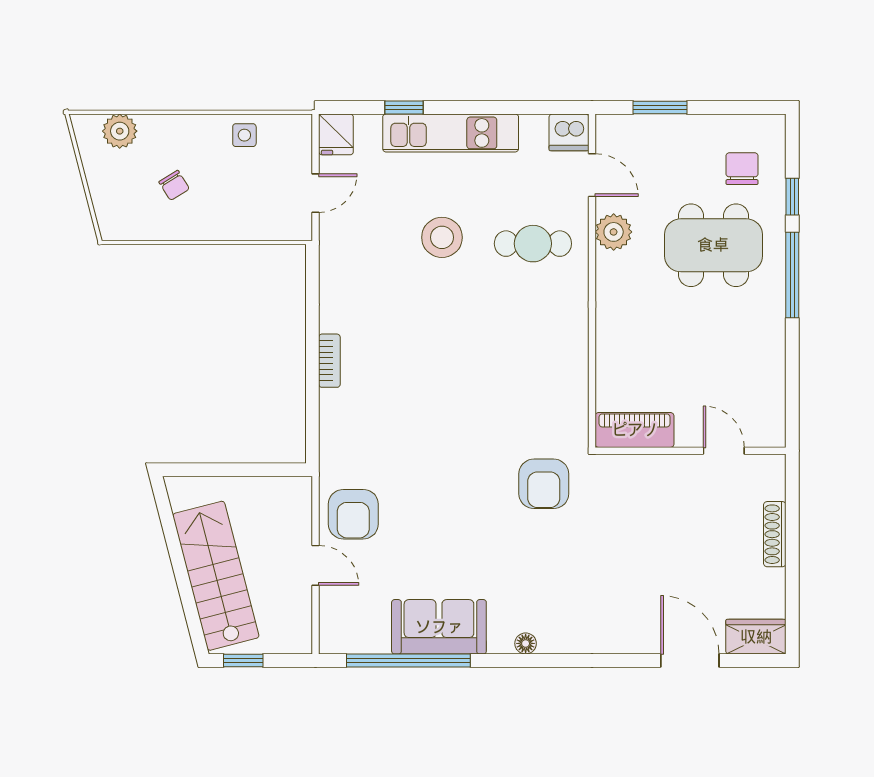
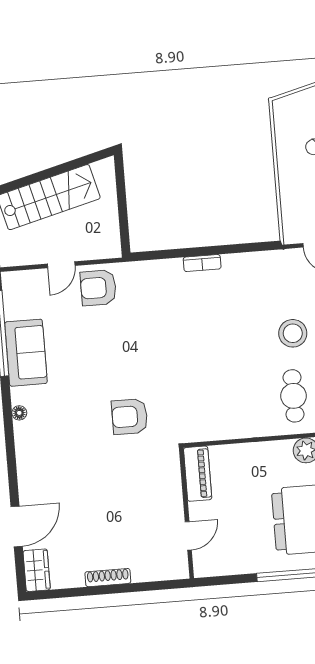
piano: (635, 430) -> (198, 474), moved
wall: (691, 451) -> (186, 513), moved
door: (724, 451) -> (188, 536), moved

